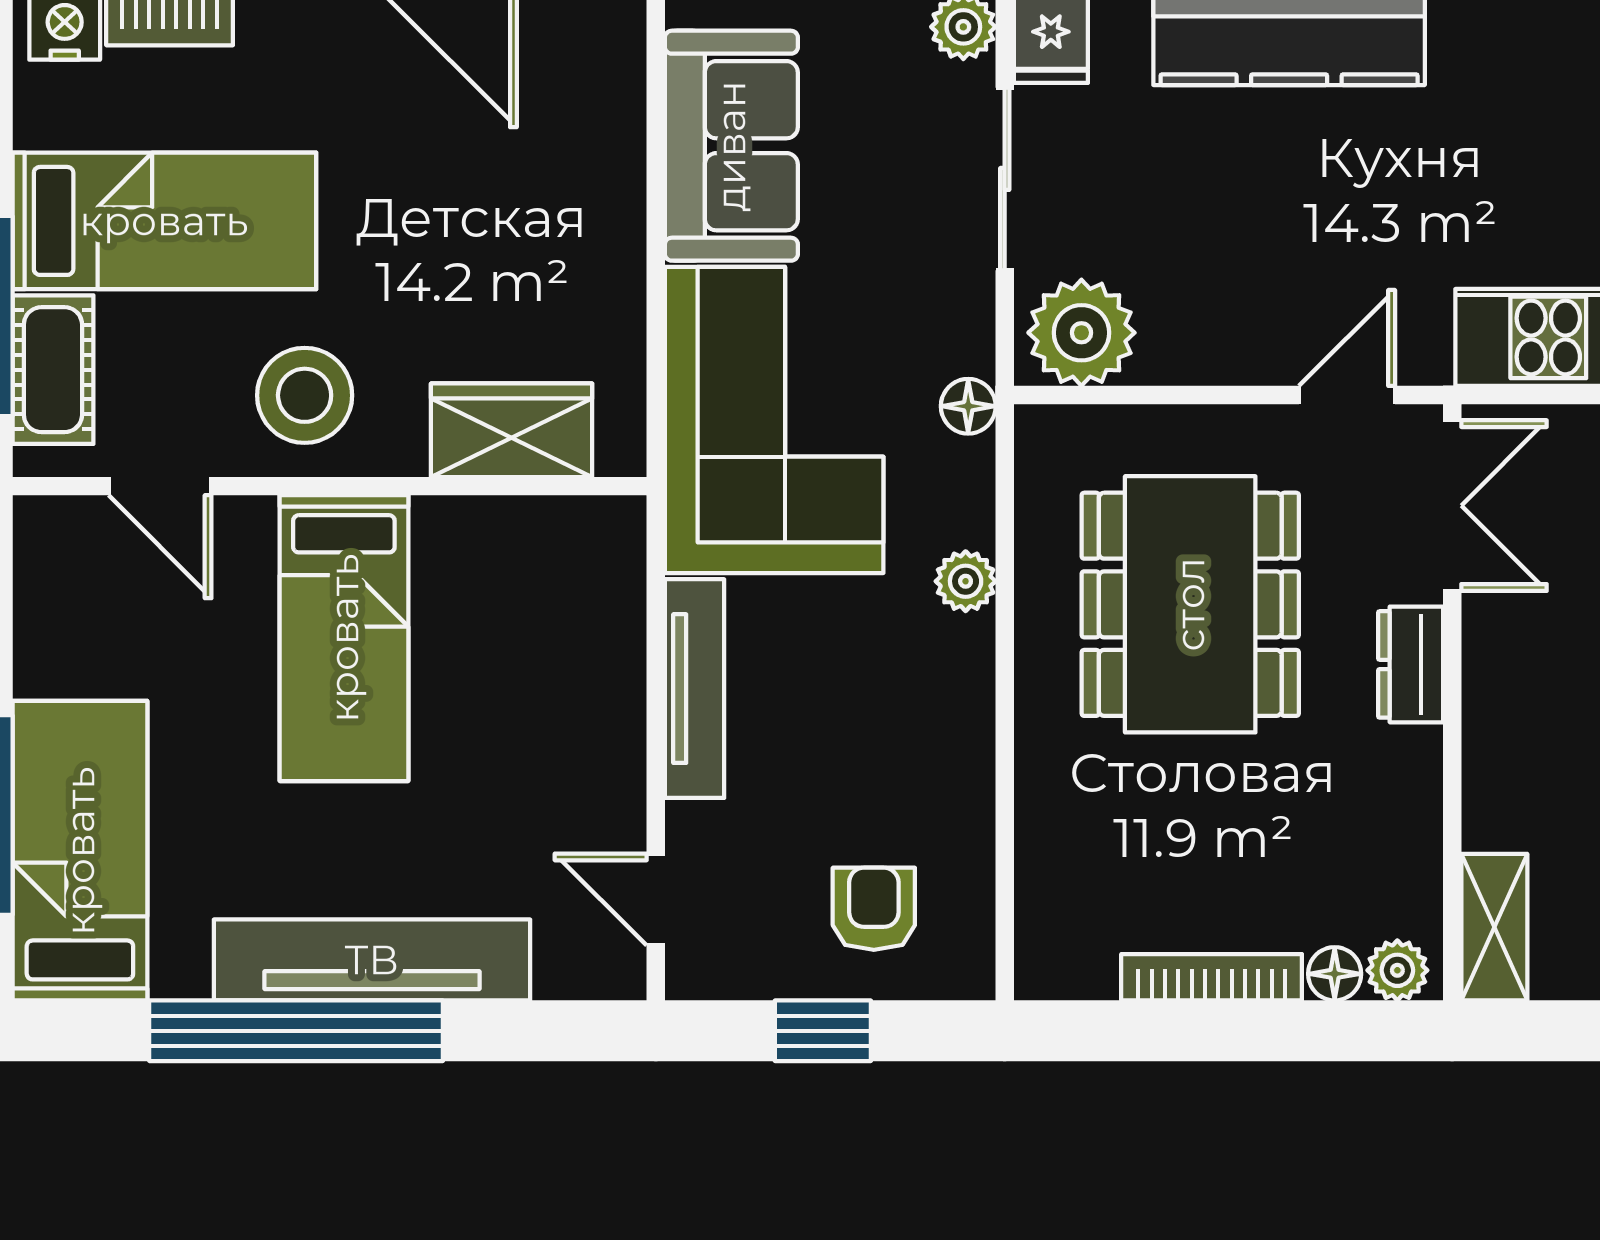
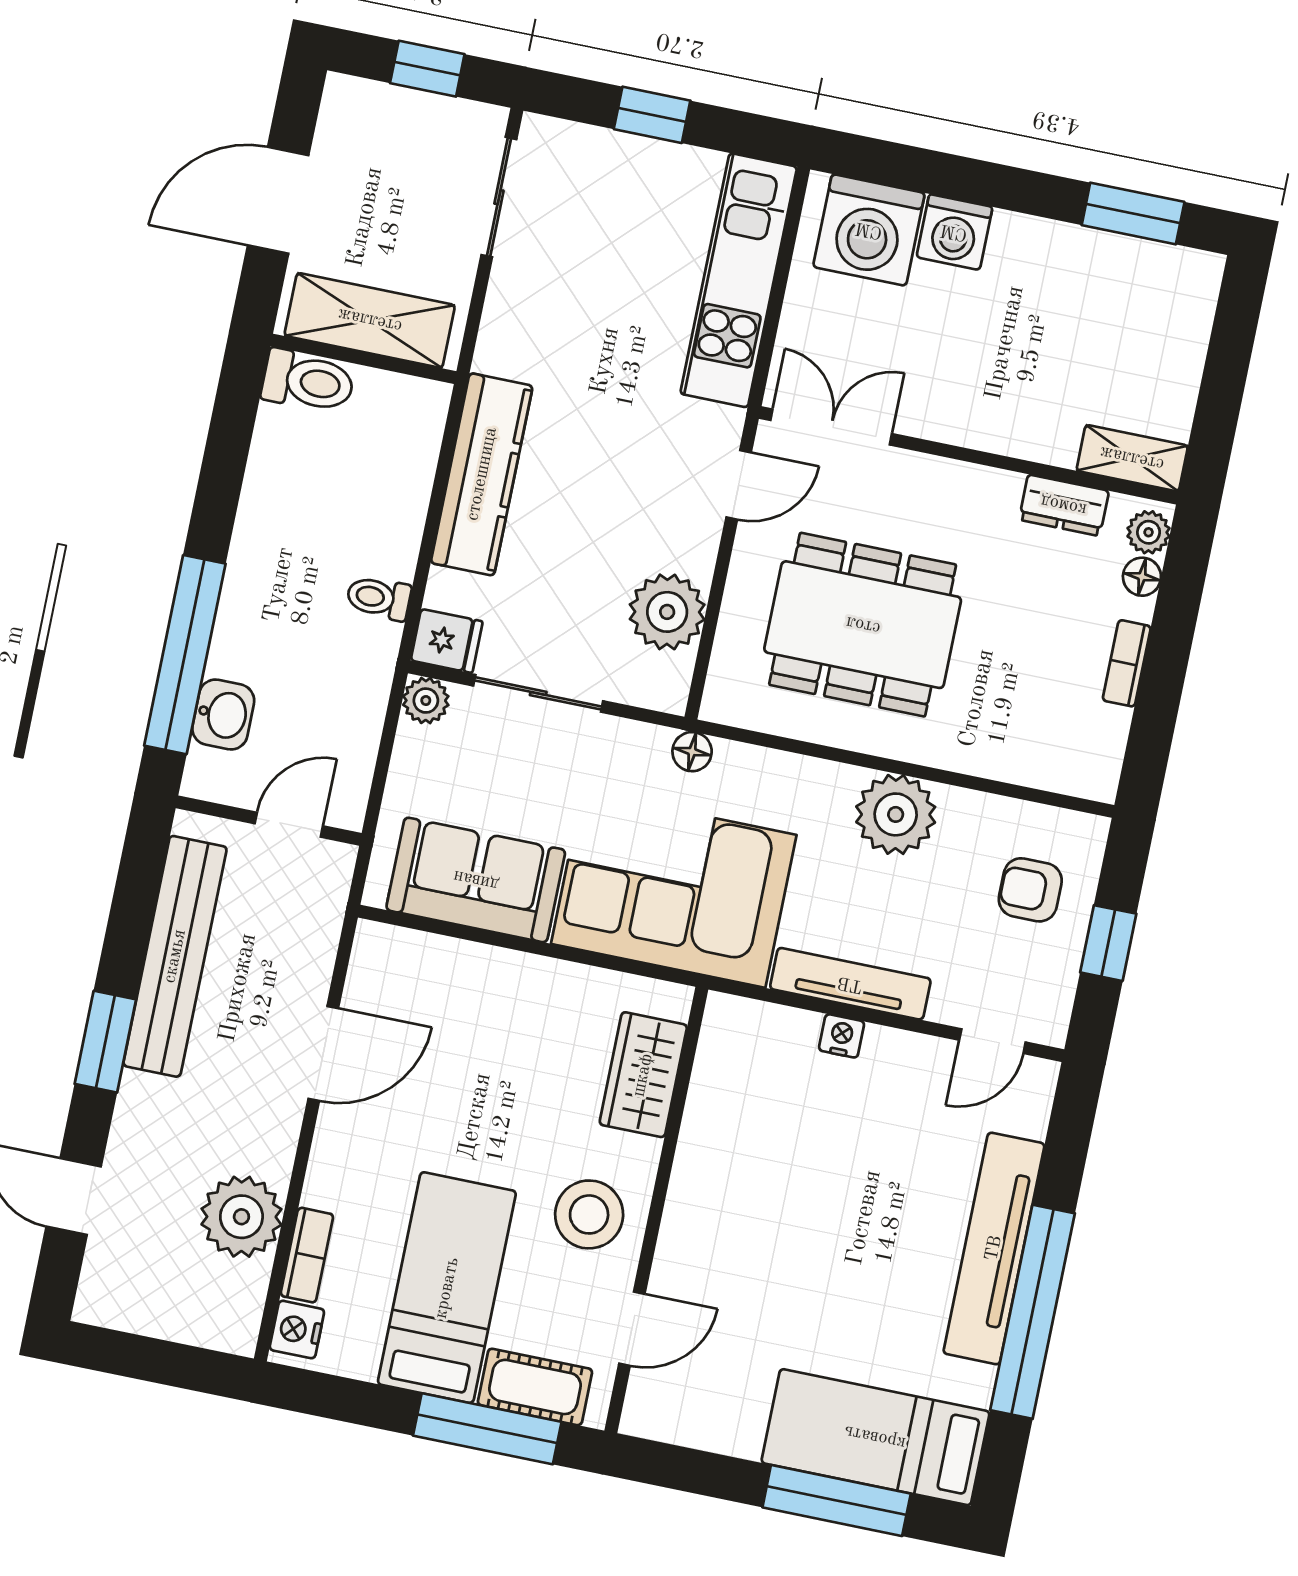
plant: (1081, 333) -> (667, 612), moved
door: (1347, 395) -> (739, 485), swing flipped
plant: (966, 581) -> (896, 814), moved, width x1.88, depth x1.88
bed: (344, 638) -> (765, 1222), removed
dresser: (1411, 664) -> (1064, 505), moved
nightstand: (620, 691) -> (842, 1036), added
bookcase: (1212, 977) -> (1127, 663), width x0.64

